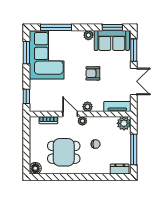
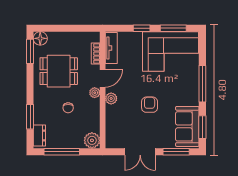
window: (56, 27) -> (202, 84), moved
plant: (88, 35) -> (193, 100), removed
window: (26, 96) -> (142, 28), moved
tv unit: (117, 107) -> (111, 48), moved
dining table: (64, 152) -> (59, 71), turned 90
window: (47, 177) -> (30, 51), added
window: (103, 177) -> (30, 117), added

